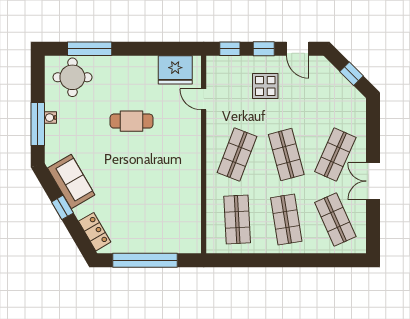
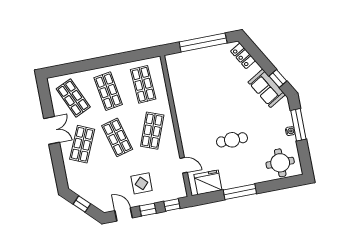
window: (90, 49) -> (240, 192), moved
window: (62, 207) -> (278, 78), moved

